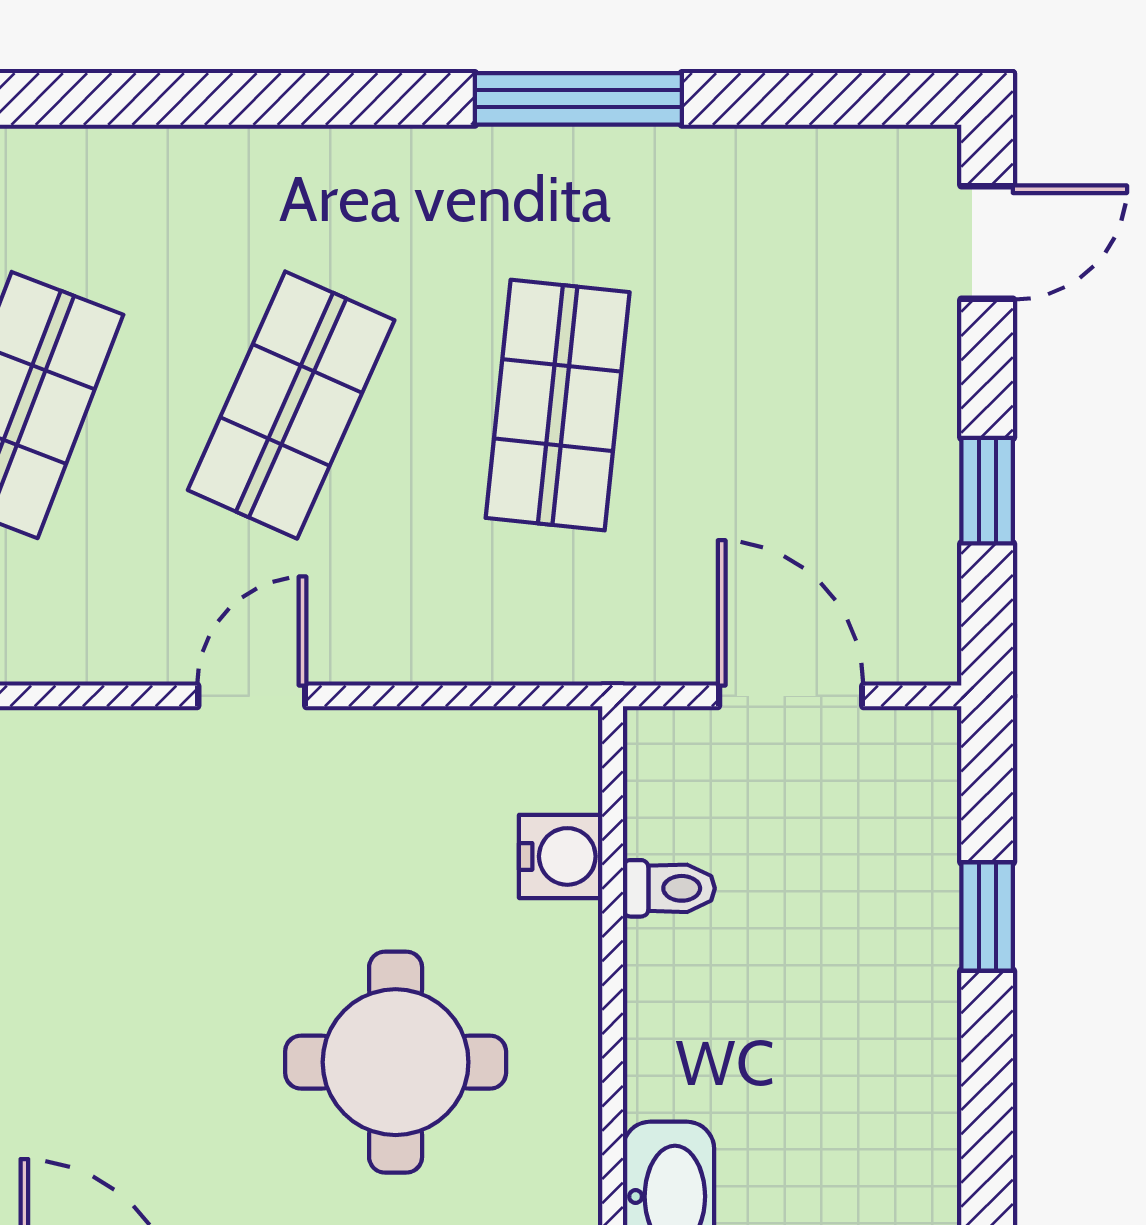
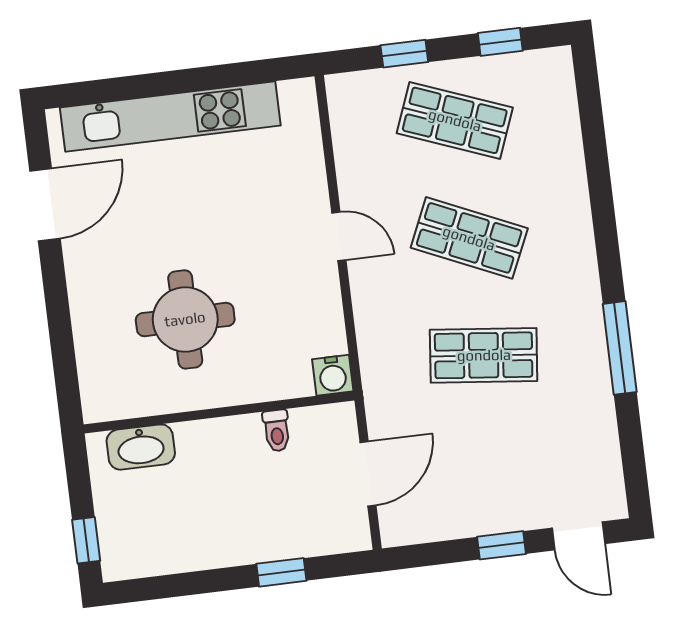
window: (987, 491) -> (501, 545), moved
water cooler: (561, 856) -> (333, 375), moved

